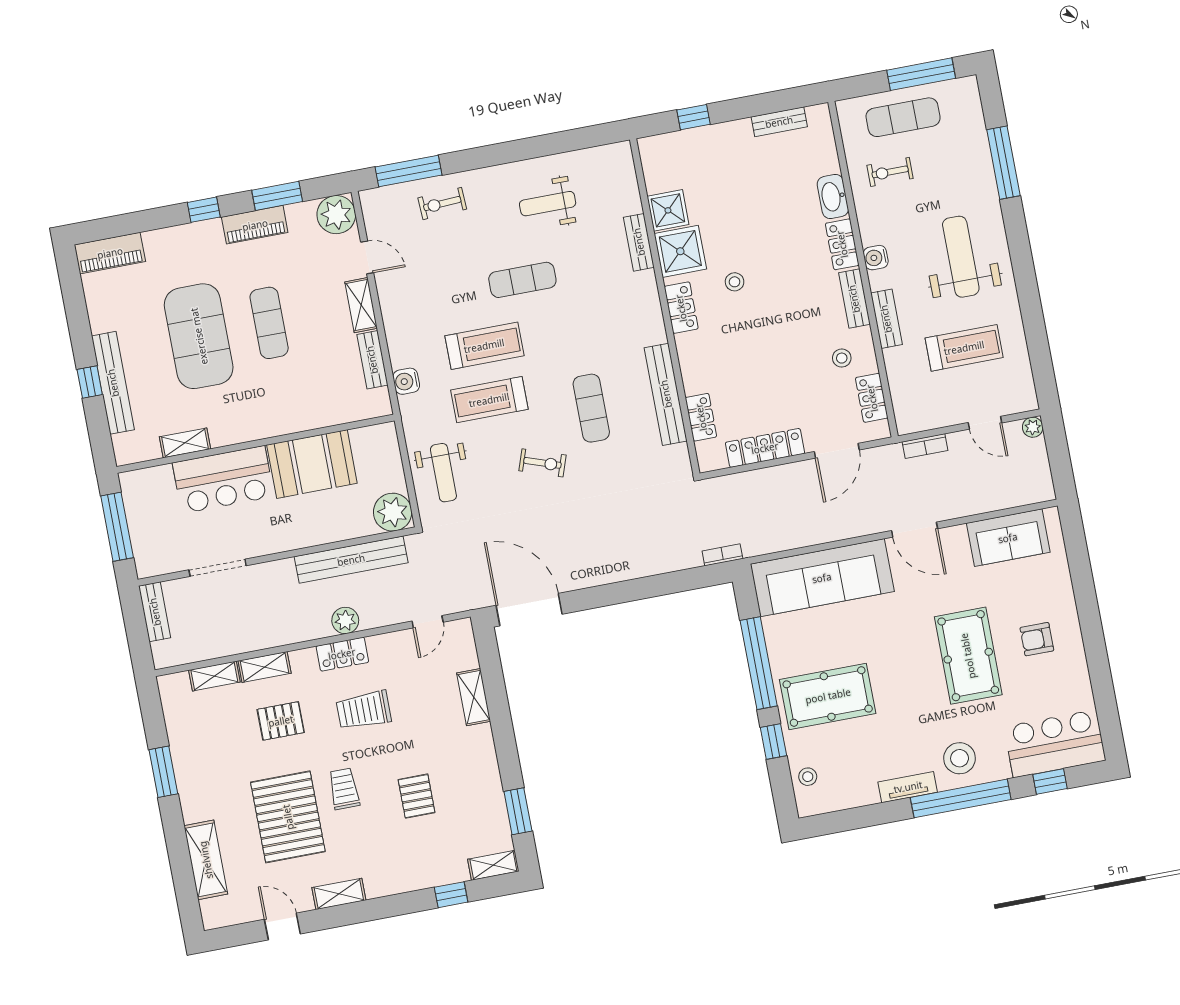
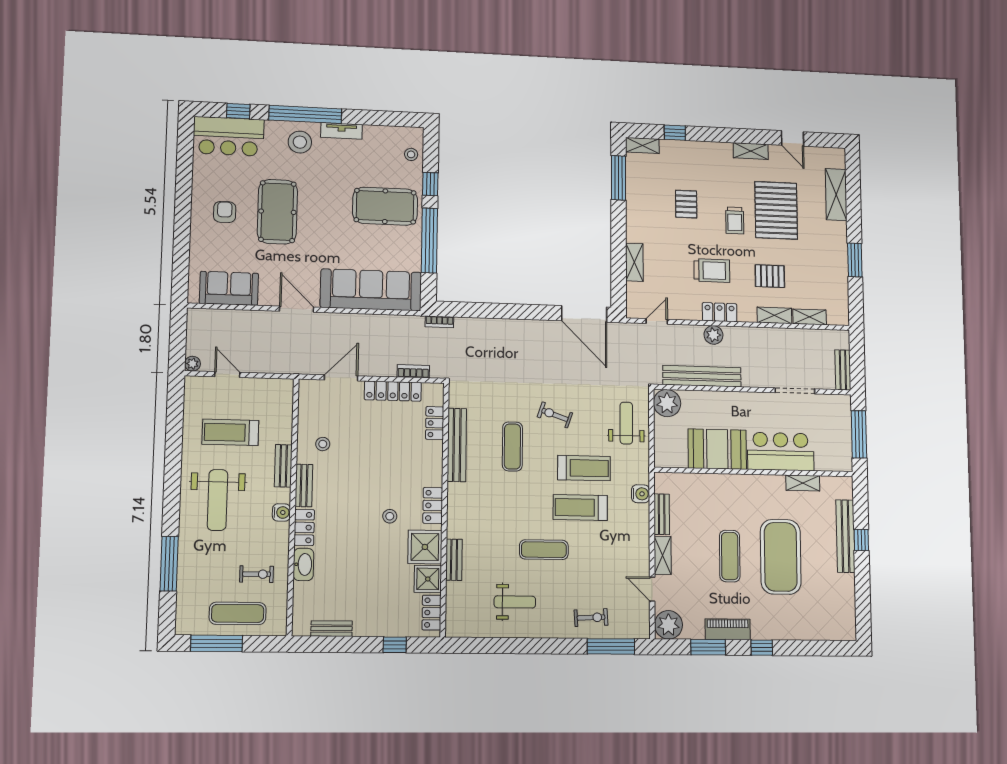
piano: (110, 253) -> (833, 630), removed
locker: (872, 398) -> (432, 613), moved, turned 180
bookcase: (925, 446) -> (413, 371), moved
armchair: (1037, 639) -> (225, 212), turned -90
window: (518, 811) -> (618, 178), width x1.44

